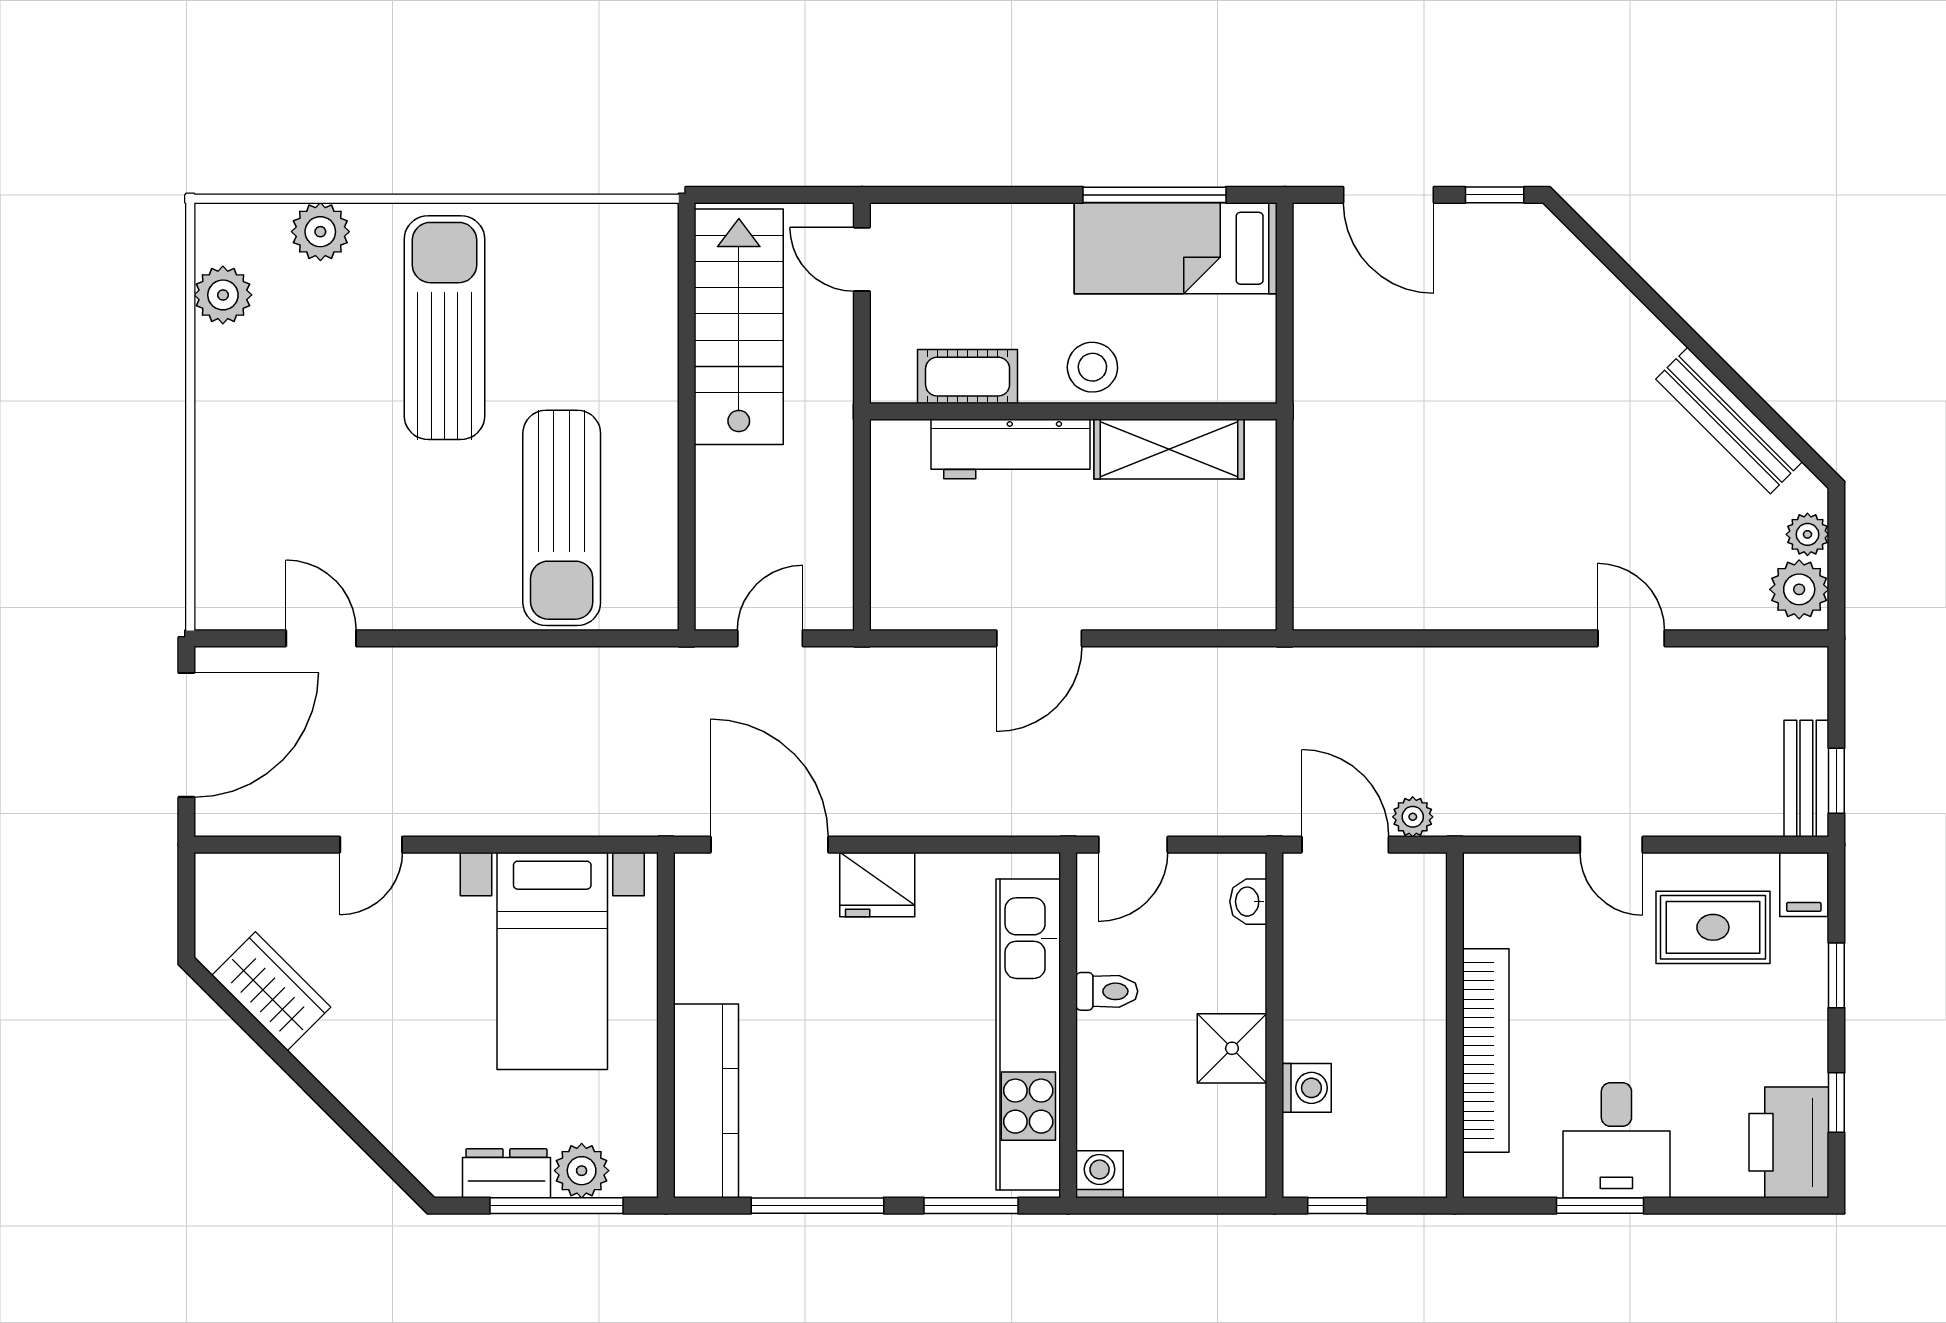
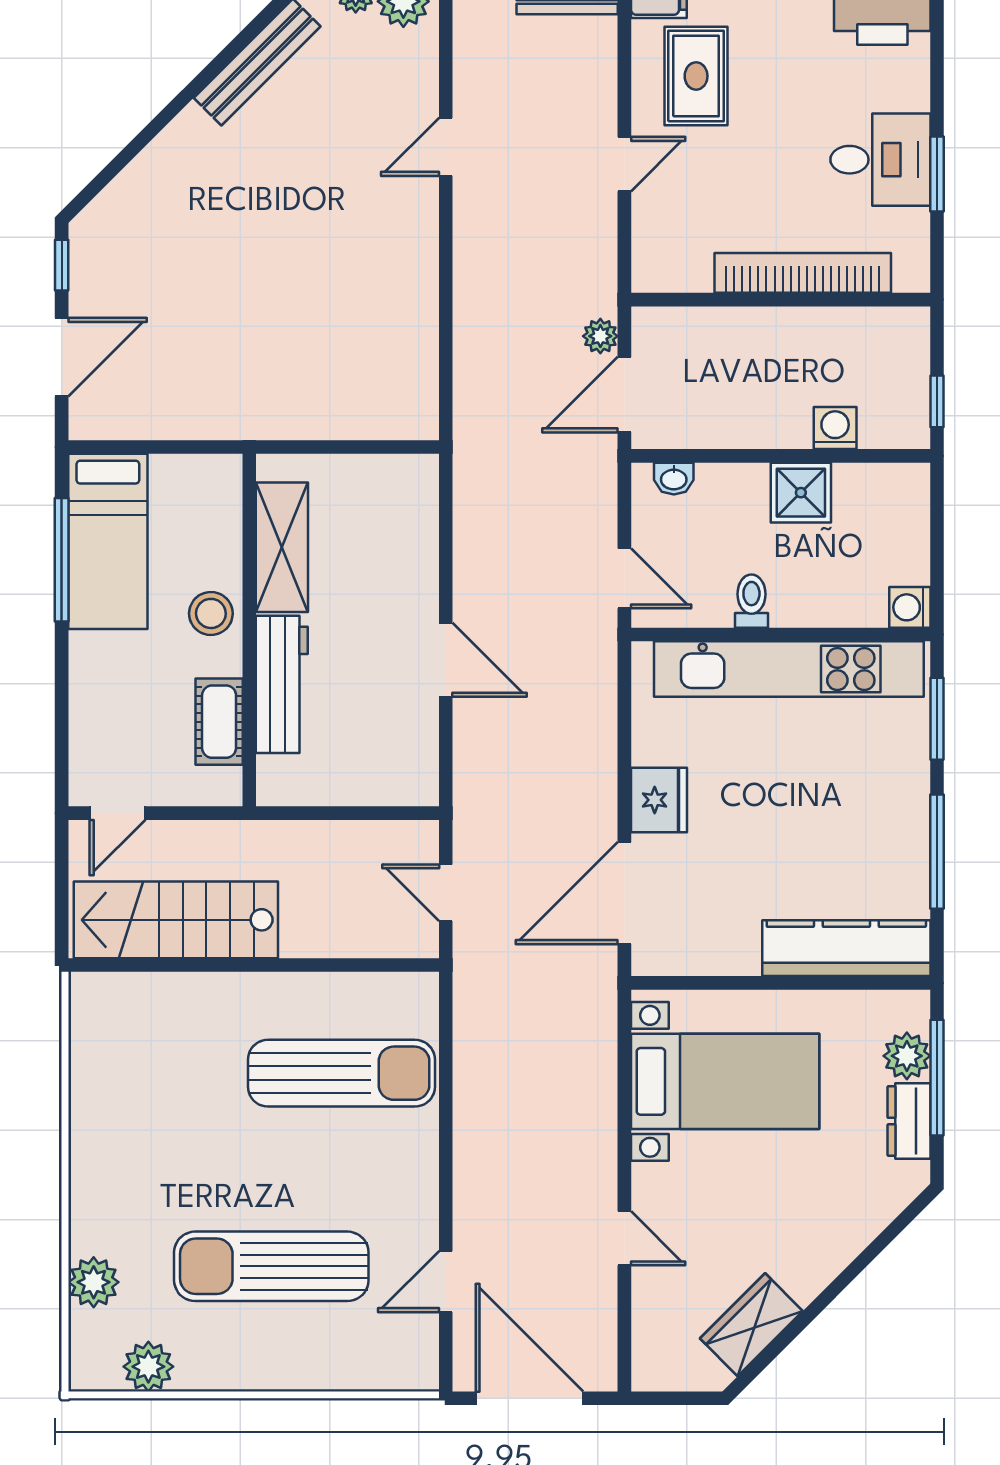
sun lounger: (445, 328) -> (271, 1266), moved

